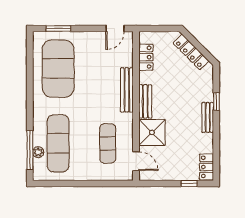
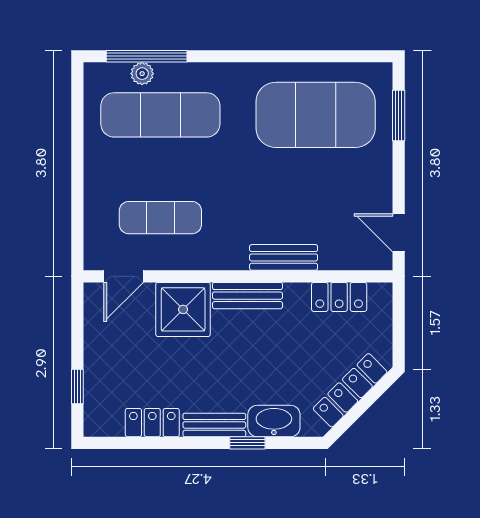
washbasin: (206, 89) -> (274, 421), added
bench: (127, 90) -> (284, 257), width x0.73
locker: (206, 167) -> (152, 423), moved

